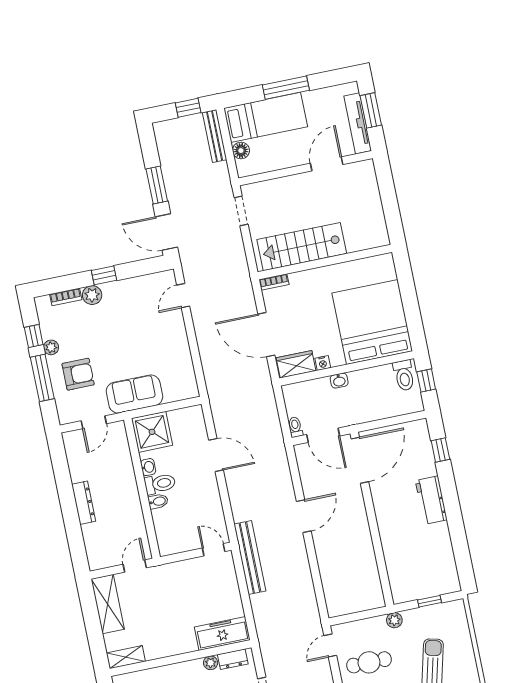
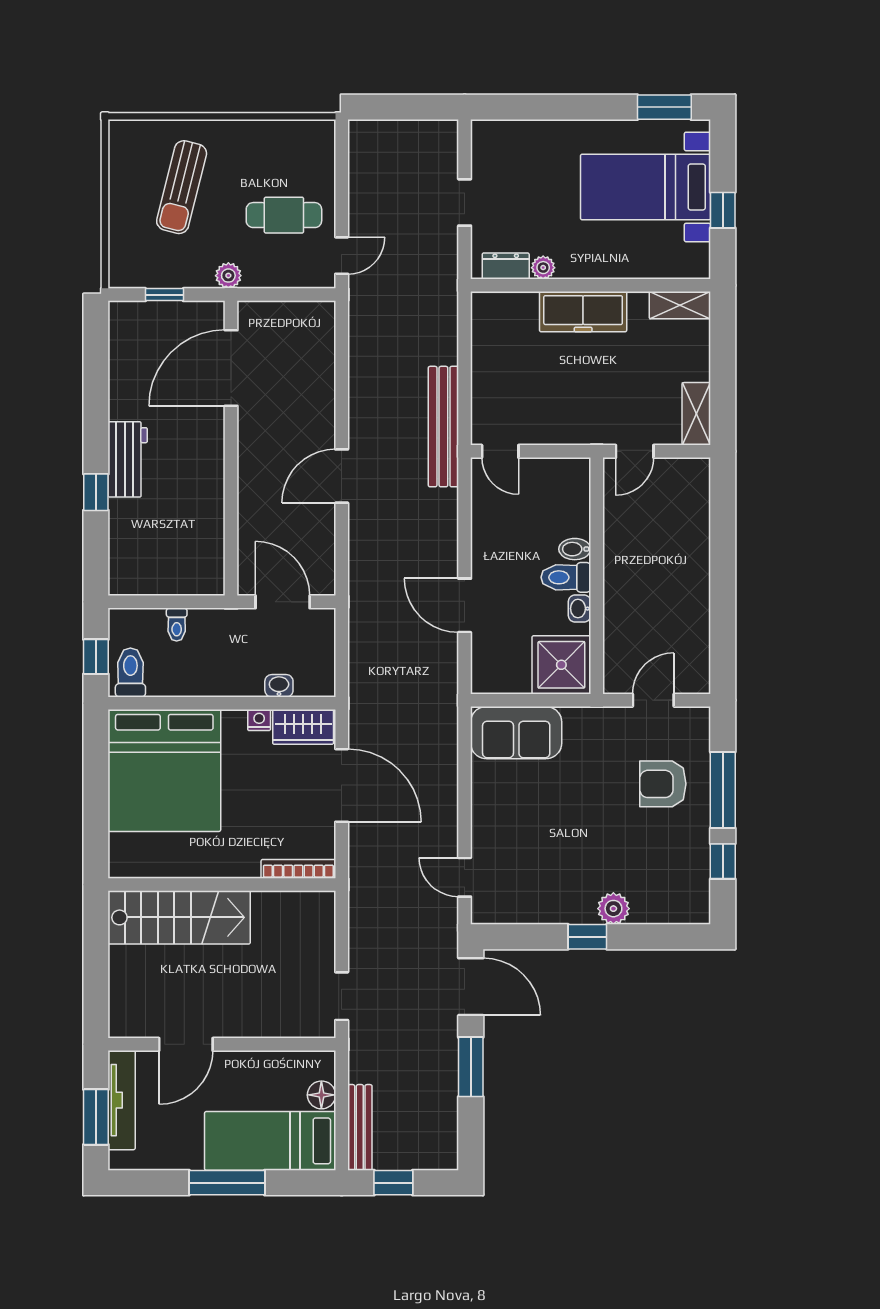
stairs: (302, 247) -> (179, 917), moved
bookcase: (274, 282) -> (298, 869), width x1.56
door: (183, 296) -> (465, 877), swing flipped
bookcase: (66, 297) -> (657, 914), removed
plant: (51, 347) -> (698, 837), removed
washbasin: (339, 381) -> (279, 686), moved
sofa: (134, 394) -> (516, 733), moved
toilet: (295, 427) -> (177, 625), moved
window: (440, 450) -> (96, 492), moved
door: (360, 460) -> (231, 368), moved
dresser: (84, 503) -> (697, 572), removed
shelving: (108, 604) -> (696, 414), width x0.67, depth x0.75
freezer: (222, 633) -> (583, 312), moved

